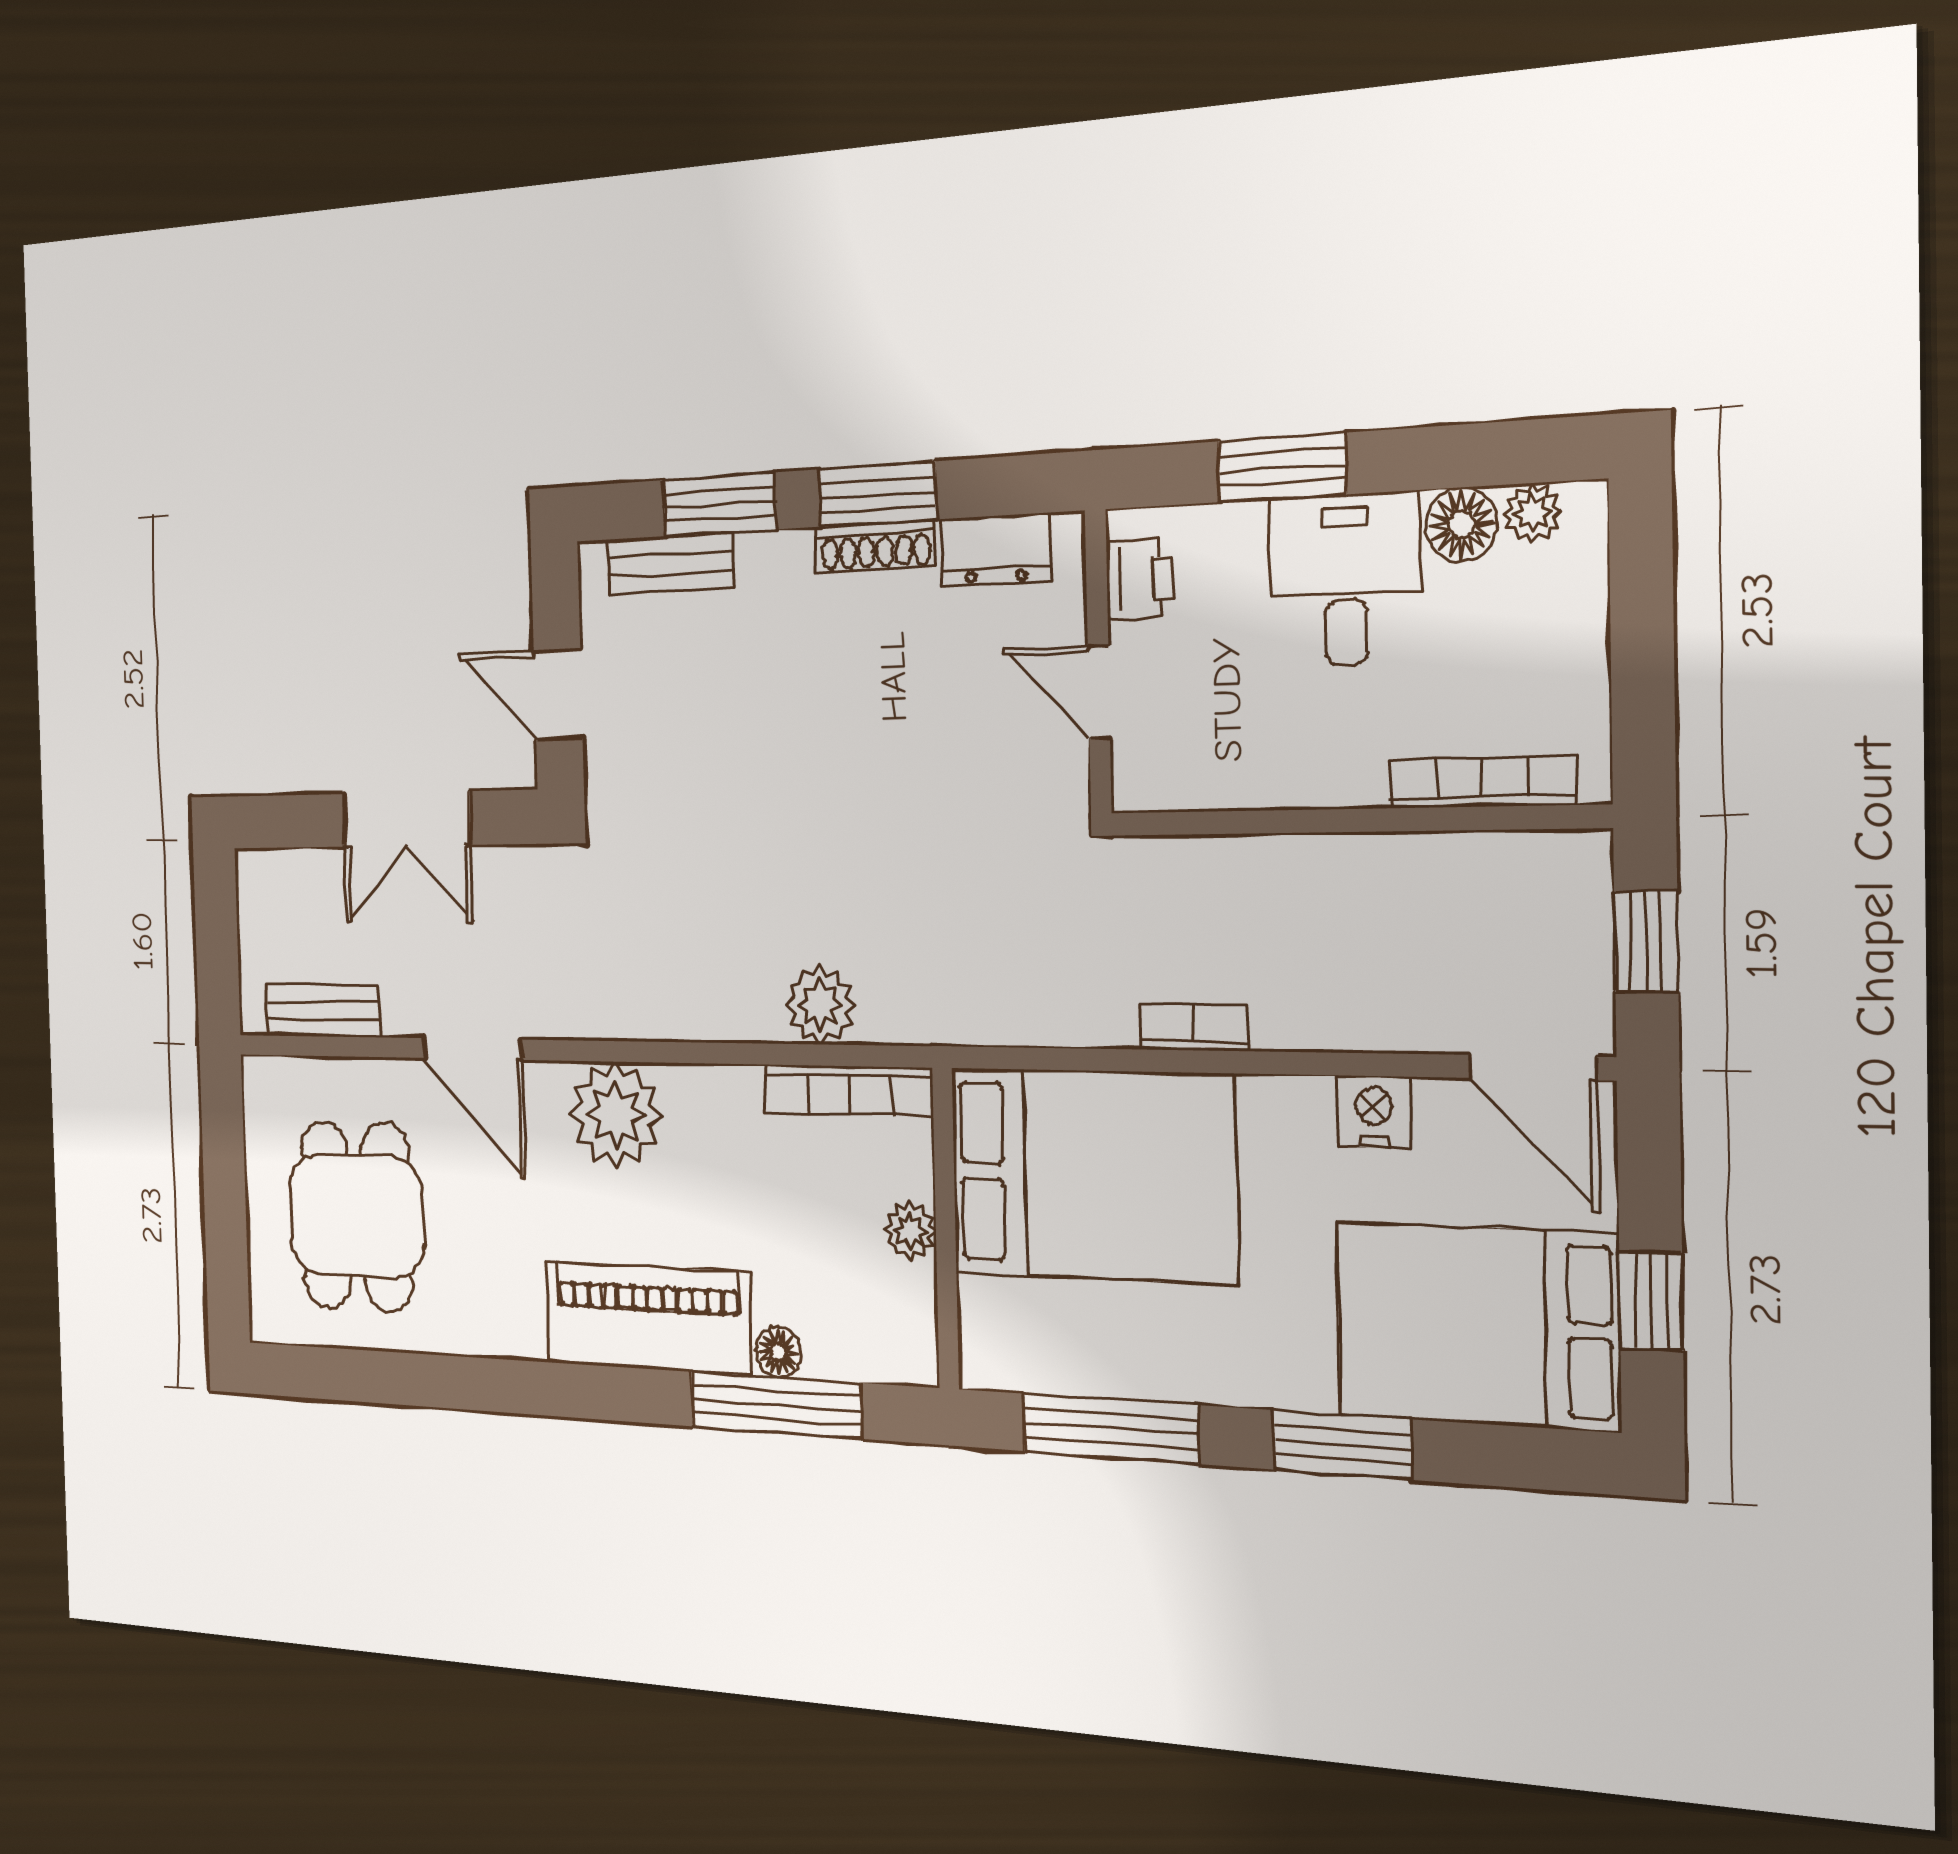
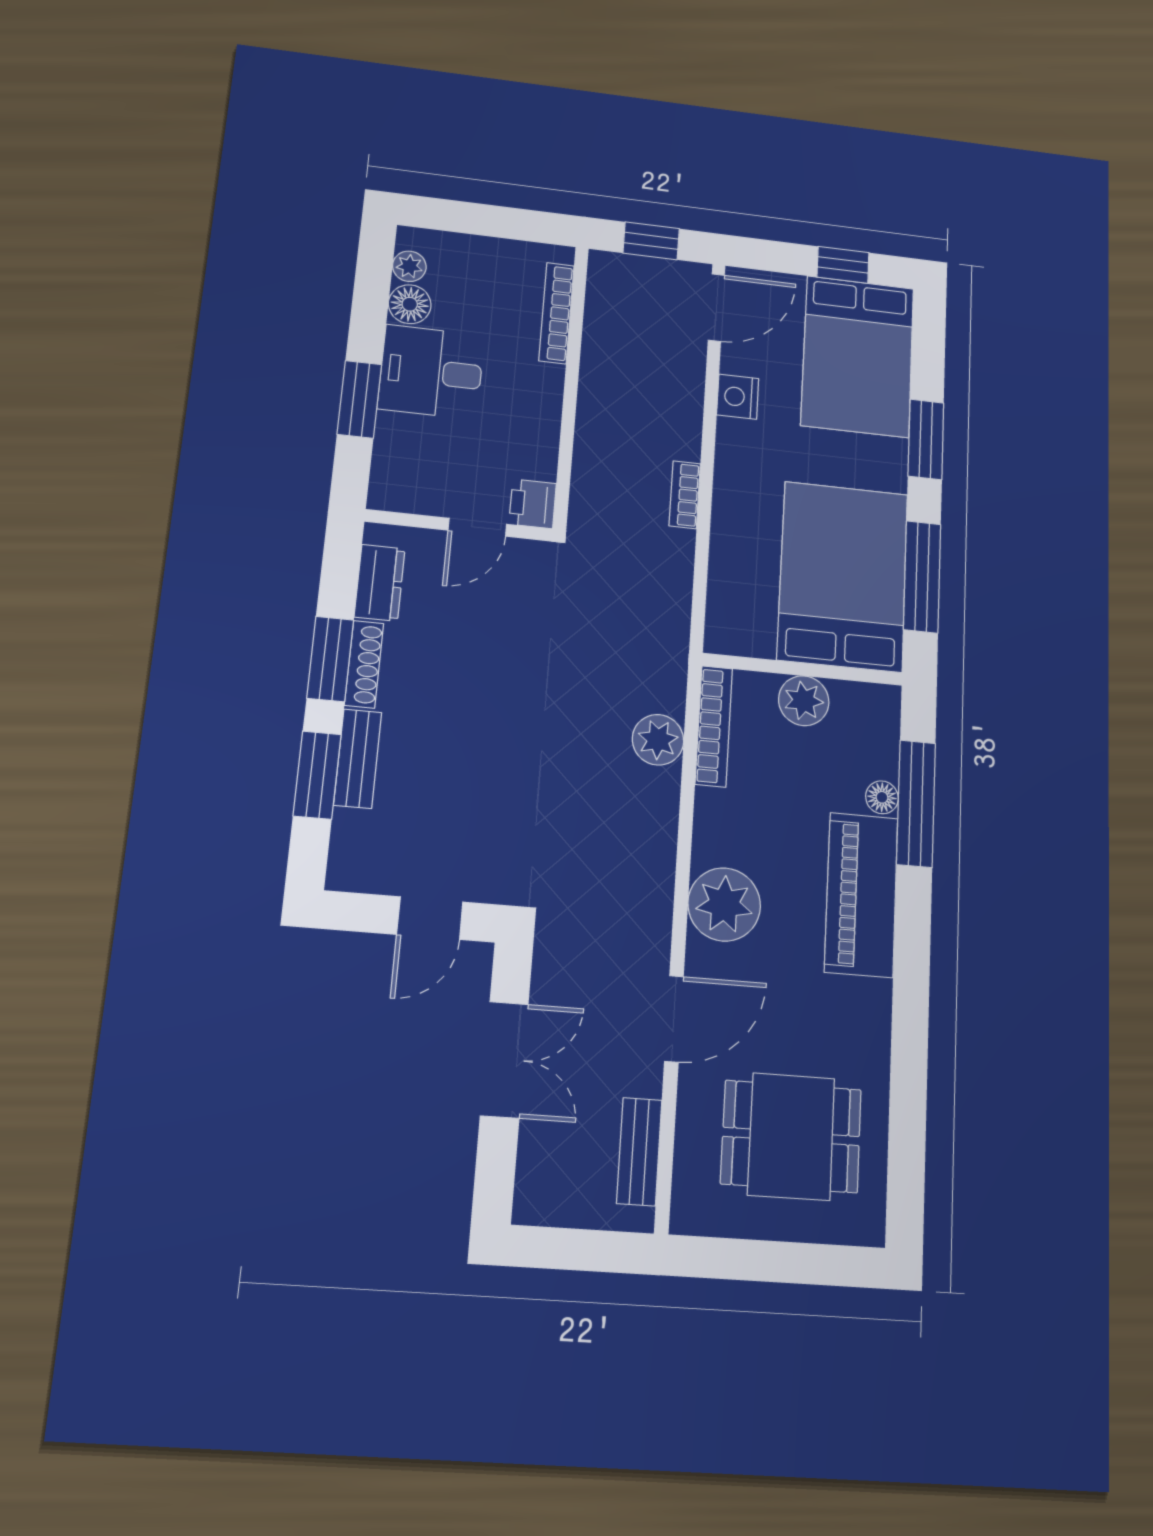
bench: (670, 564) -> (358, 759), moved
printer: (1140, 579) -> (533, 504), moved, turned -90
bed: (1092, 1175) -> (843, 576), moved
plant: (910, 1231) -> (804, 701), width x1.38, depth x1.38

